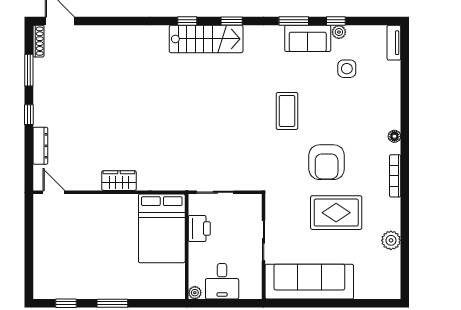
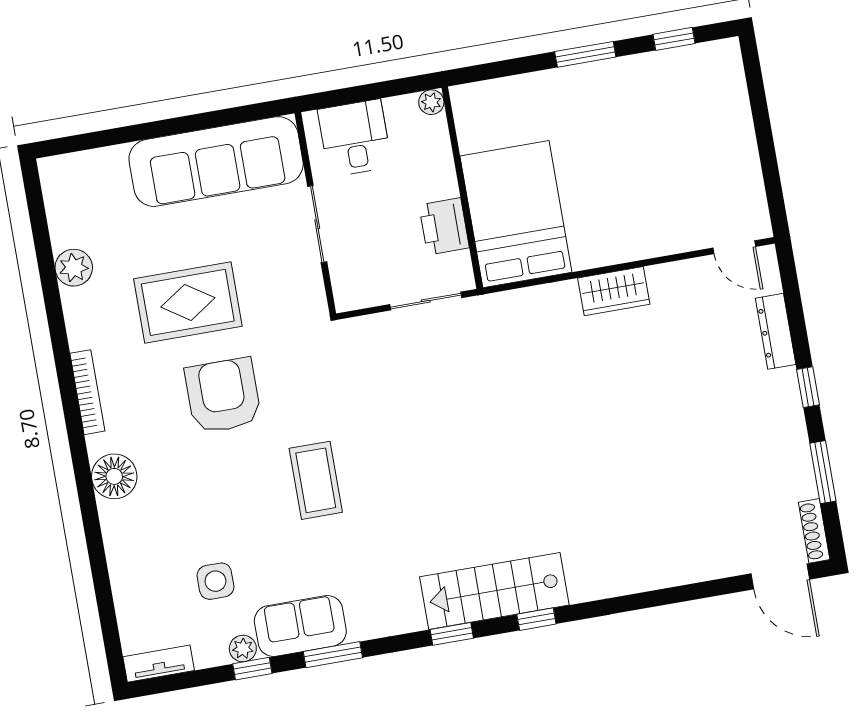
tv unit: (394, 43) -> (159, 664), moved, turned -90
floor lamp: (394, 136) -> (114, 476), width x1.89, depth x1.89
desk: (222, 281) -> (355, 138), moved

